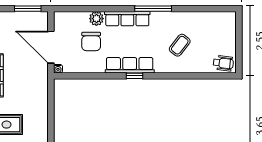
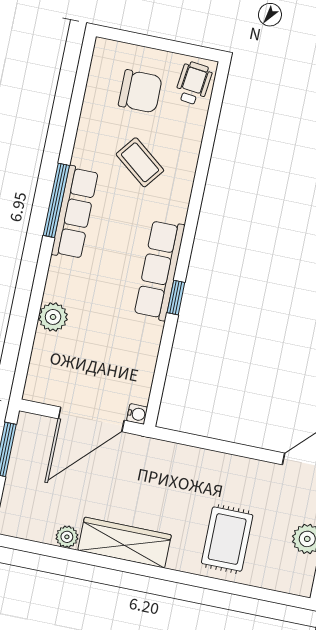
row of seats: (127, 19) -> (75, 213), moved
chair: (91, 41) -> (140, 91), moved
window: (135, 76) -> (176, 298), moved

